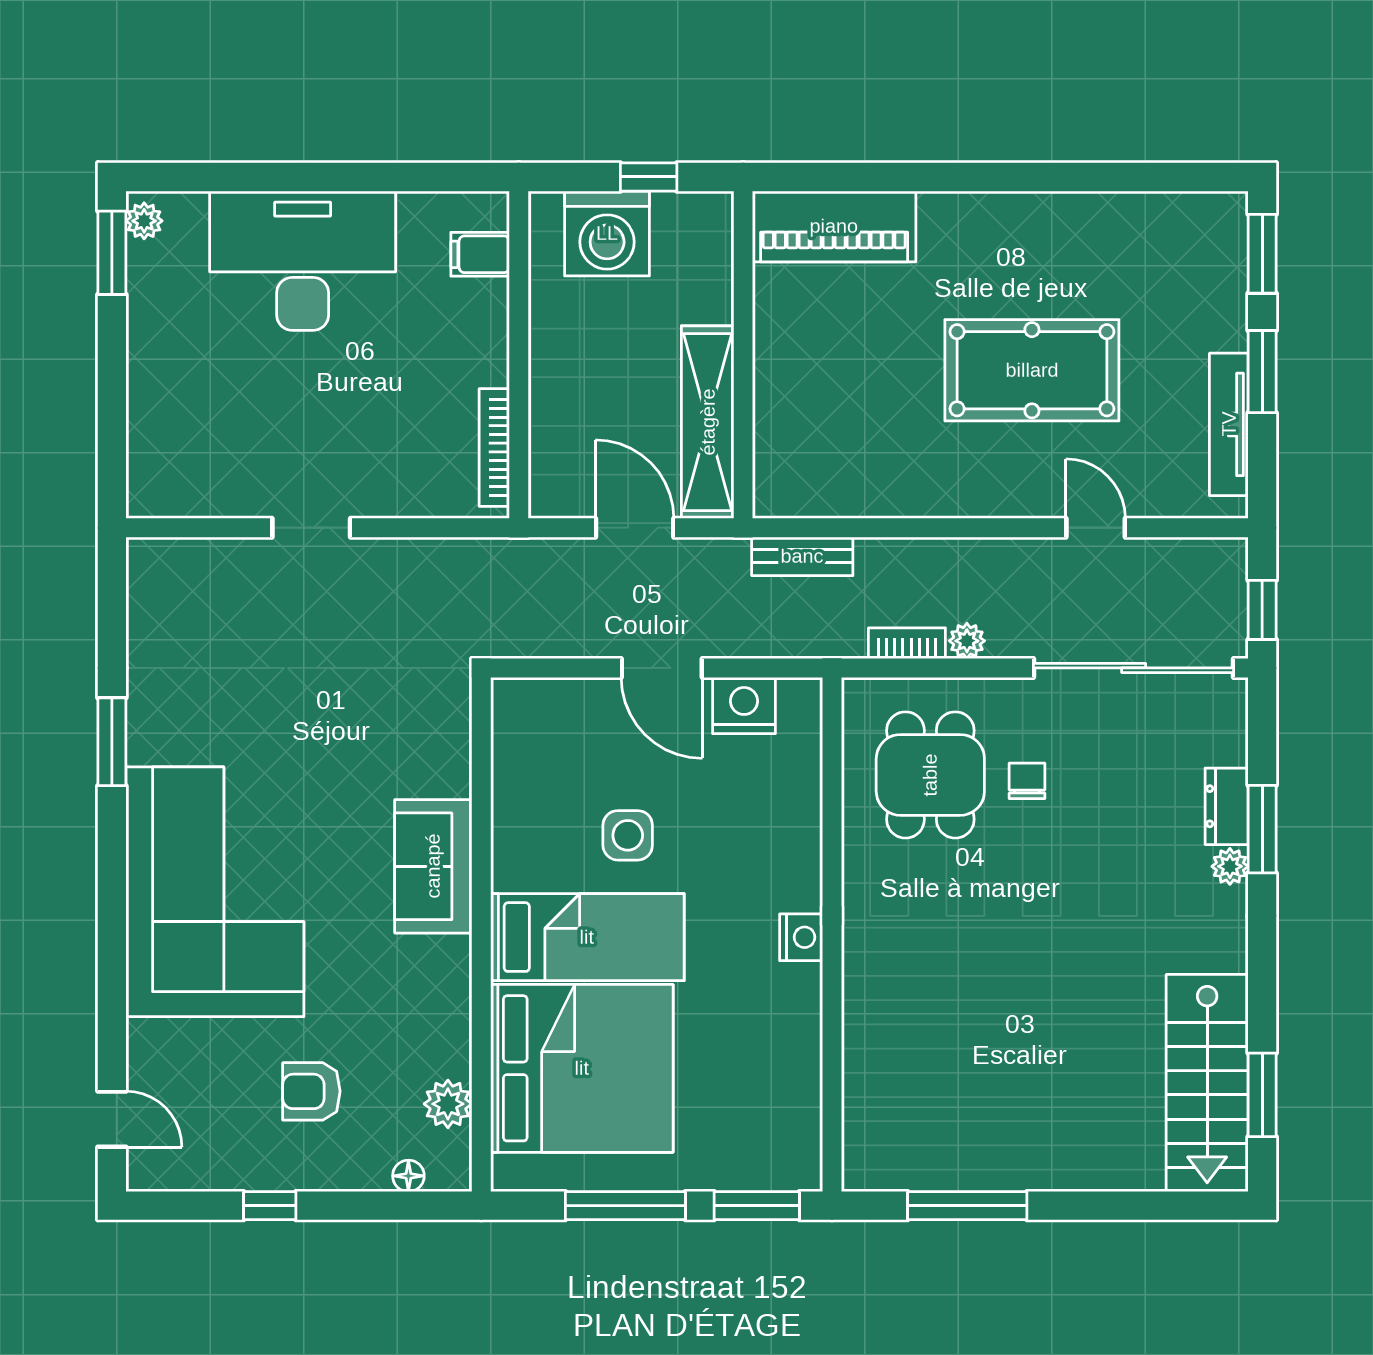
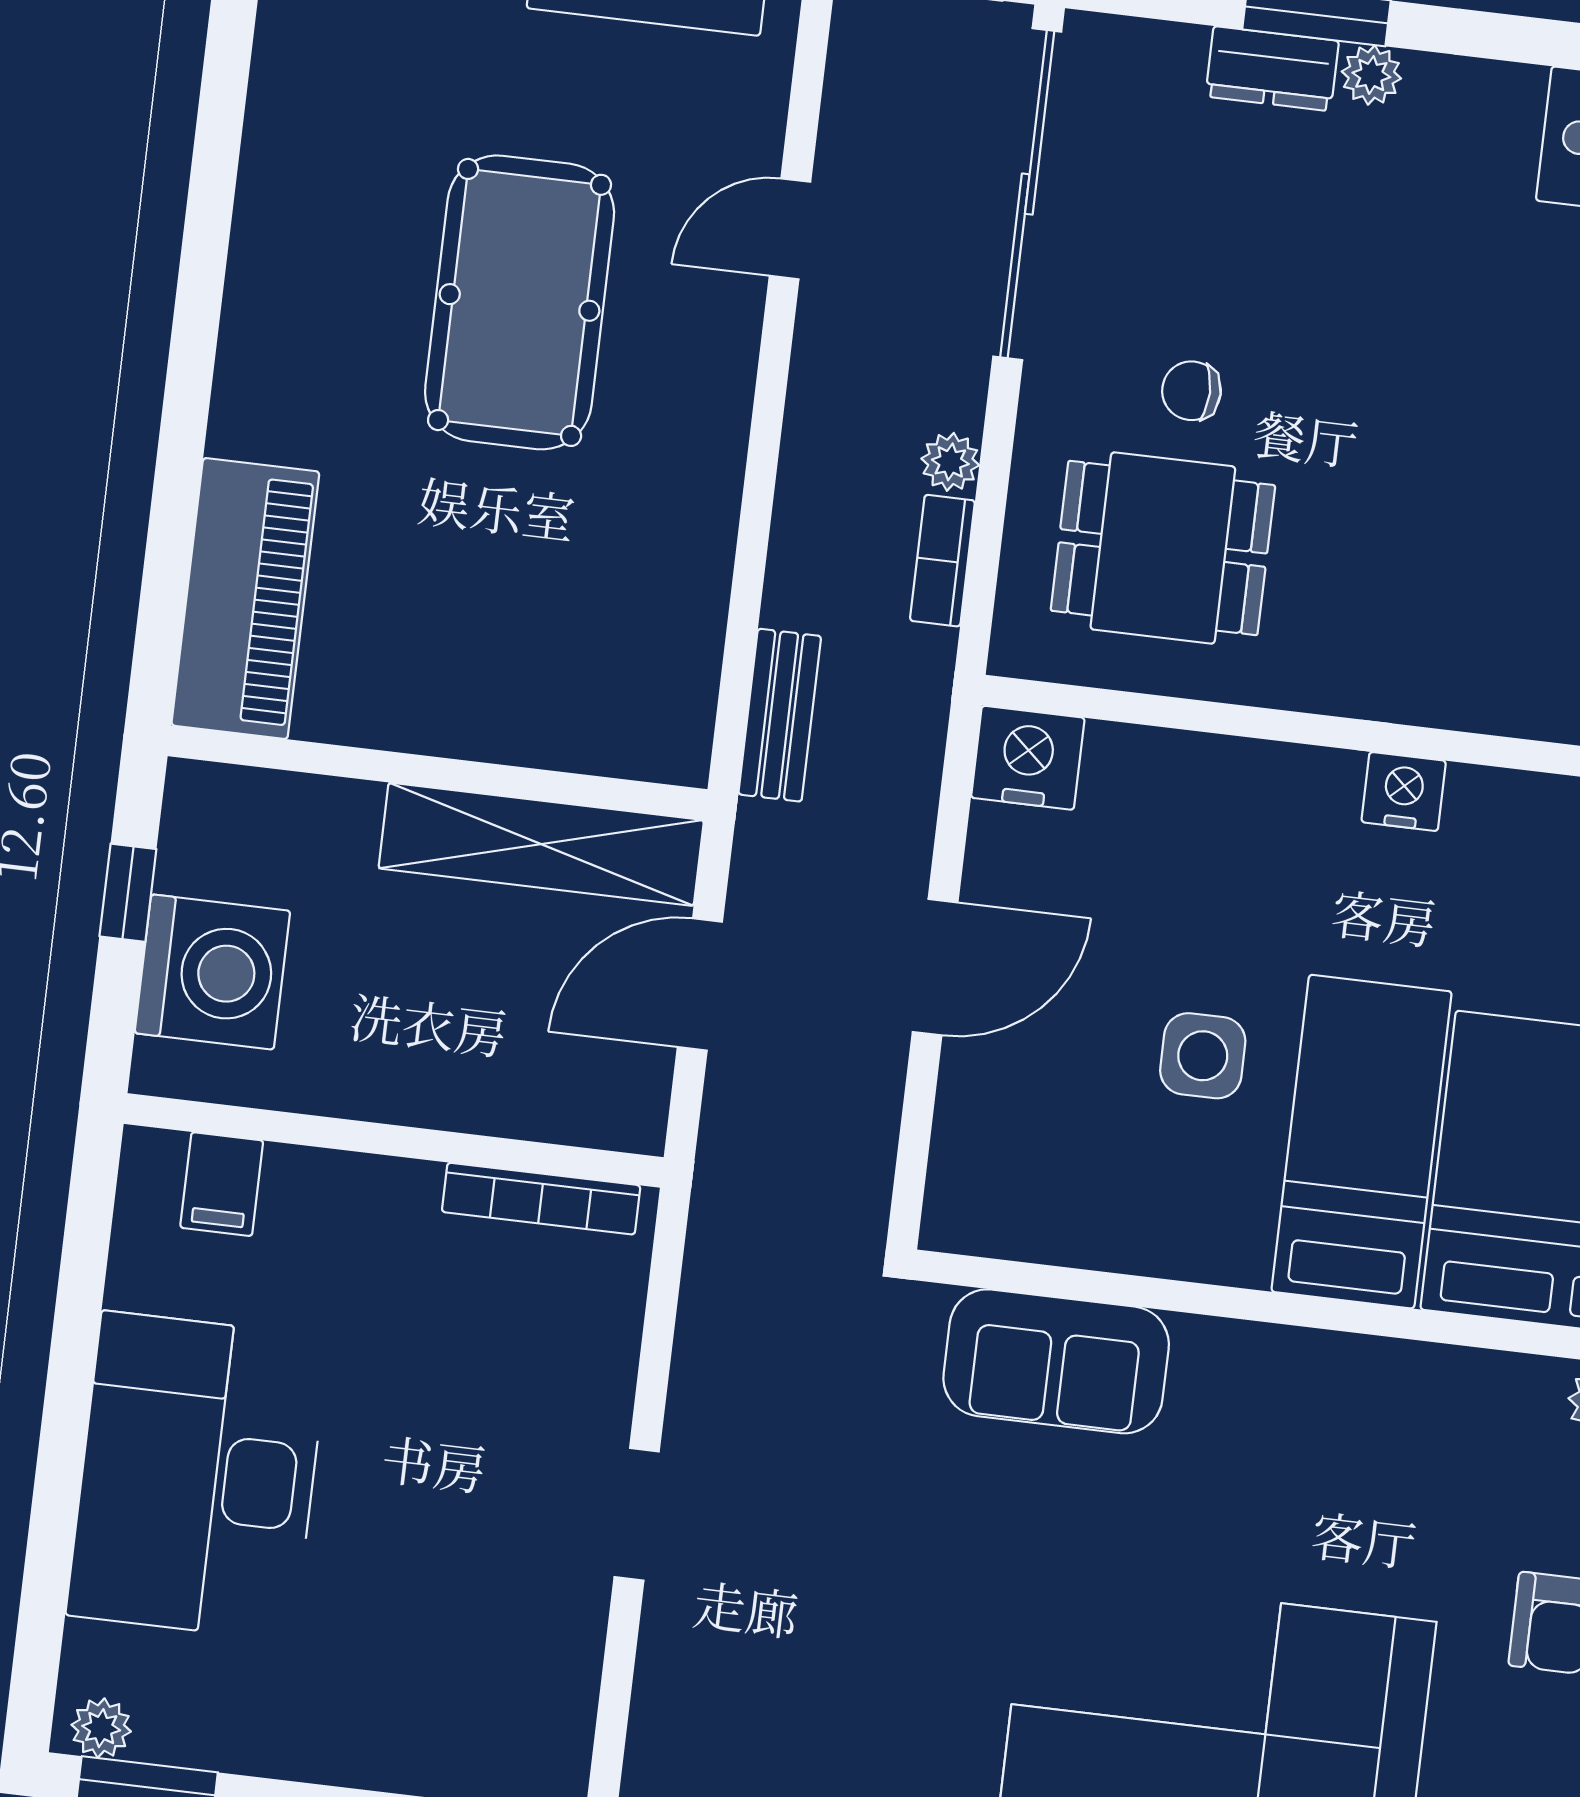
nightstand: (744, 705) -> (1028, 758), moved, turned 90
sofa: (433, 866) -> (1056, 1361), moved

